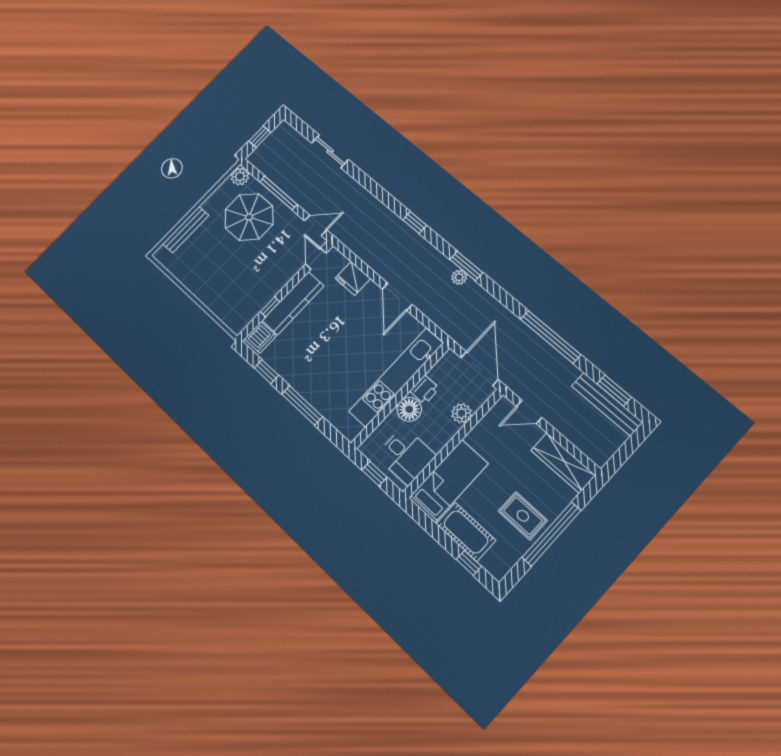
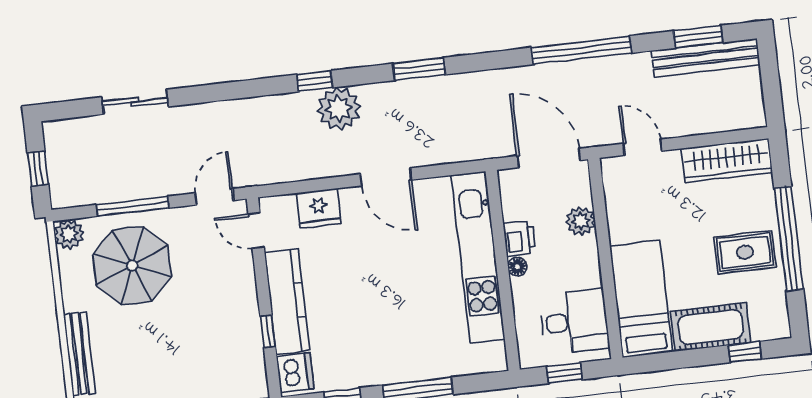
plant: (459, 277) -> (339, 109), moved, width x1.87, depth x1.87
floor lamp: (409, 409) -> (517, 267), width x0.53, depth x0.53
door: (529, 412) -> (643, 147), swing flipped

